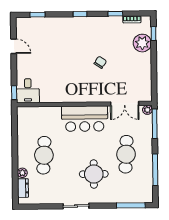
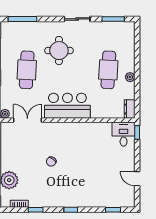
plant: (22, 173) -> (130, 77), moved
dresser: (23, 188) -> (130, 109), moved
window: (40, 206) -> (113, 19), added

